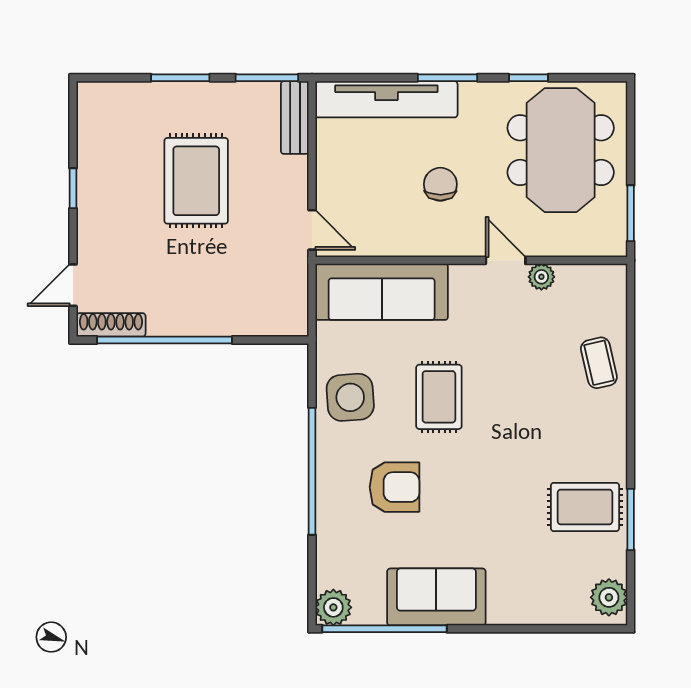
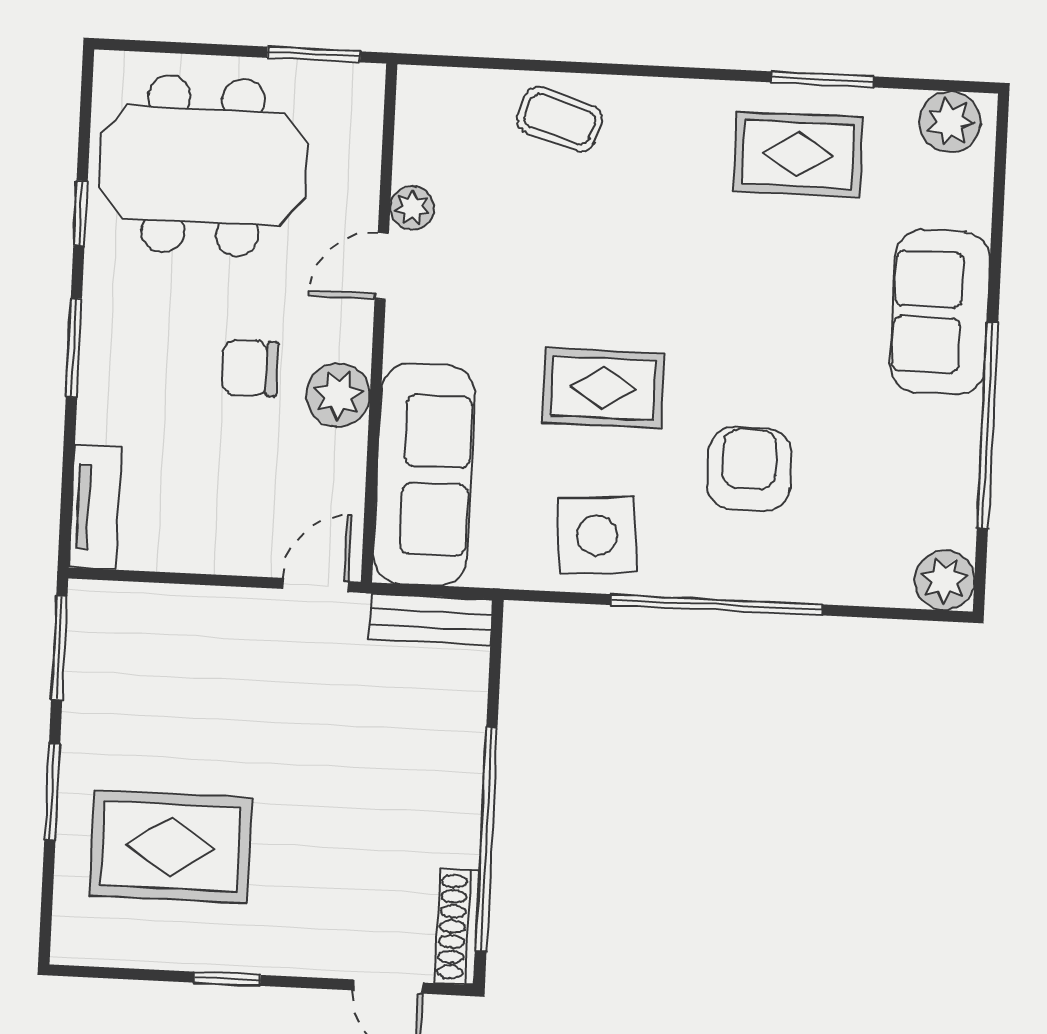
tv unit: (386, 99) -> (95, 507), width x0.52, depth x0.78
bench: (295, 118) -> (431, 619), moved
rug: (196, 181) -> (171, 847), moved
plant: (427, 238) -> (338, 395), added
coffee table: (599, 363) -> (560, 119), turned 30
rug: (585, 507) -> (798, 154), turned 90
sofa: (436, 597) -> (940, 312), moved
window: (384, 629) -> (987, 425), moved

